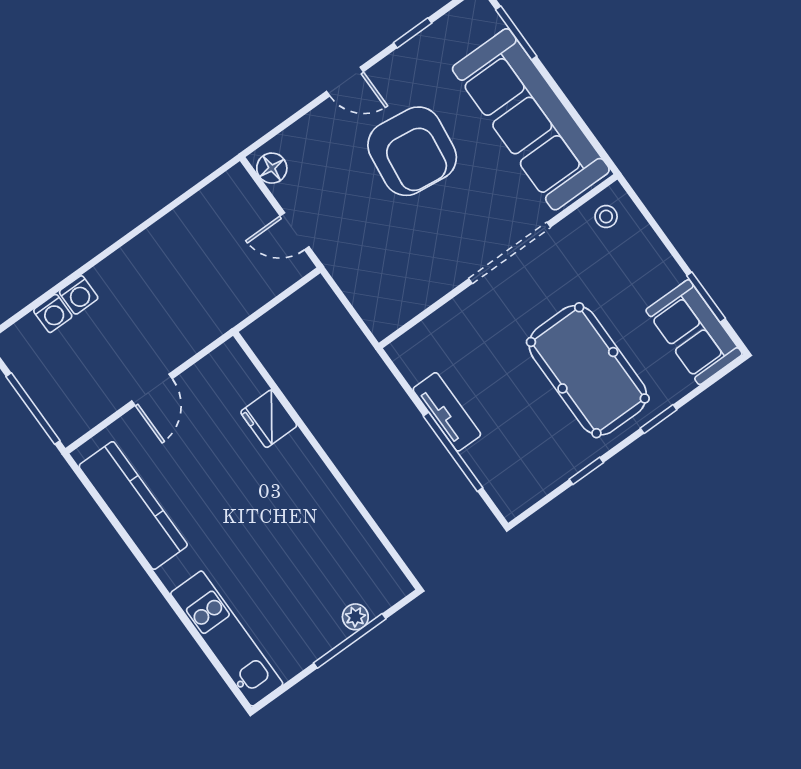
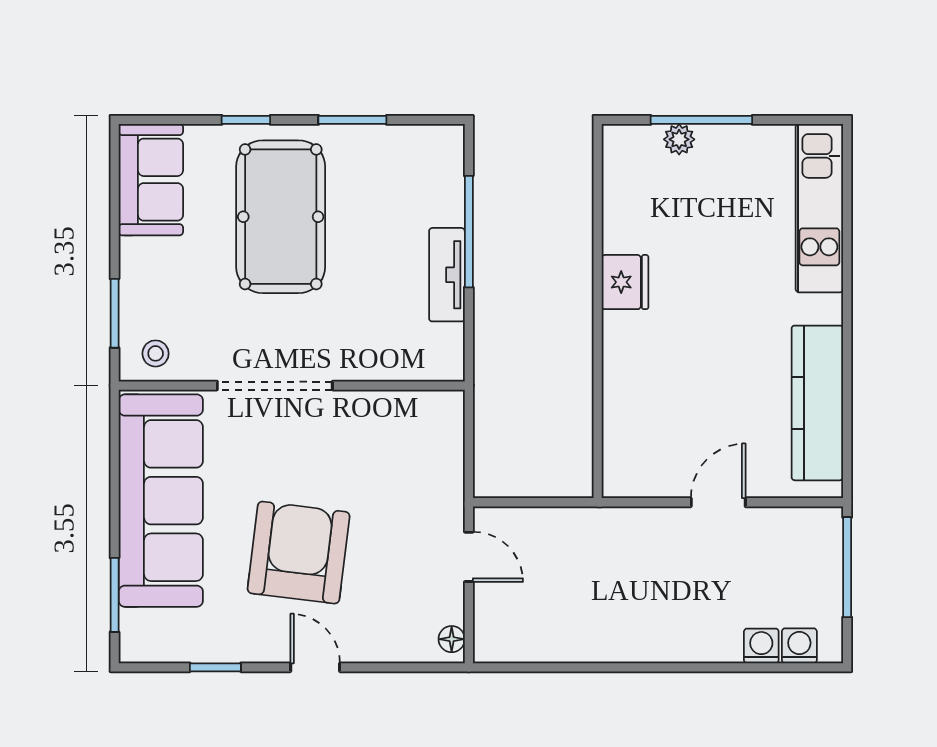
floor lamp: (272, 168) -> (452, 639), width x0.73, depth x0.73
washing machine: (79, 295) -> (799, 646), moved
window: (706, 297) -> (115, 313), moved
fridge: (269, 419) -> (625, 282), moved
window: (586, 471) -> (352, 120), width x1.50

